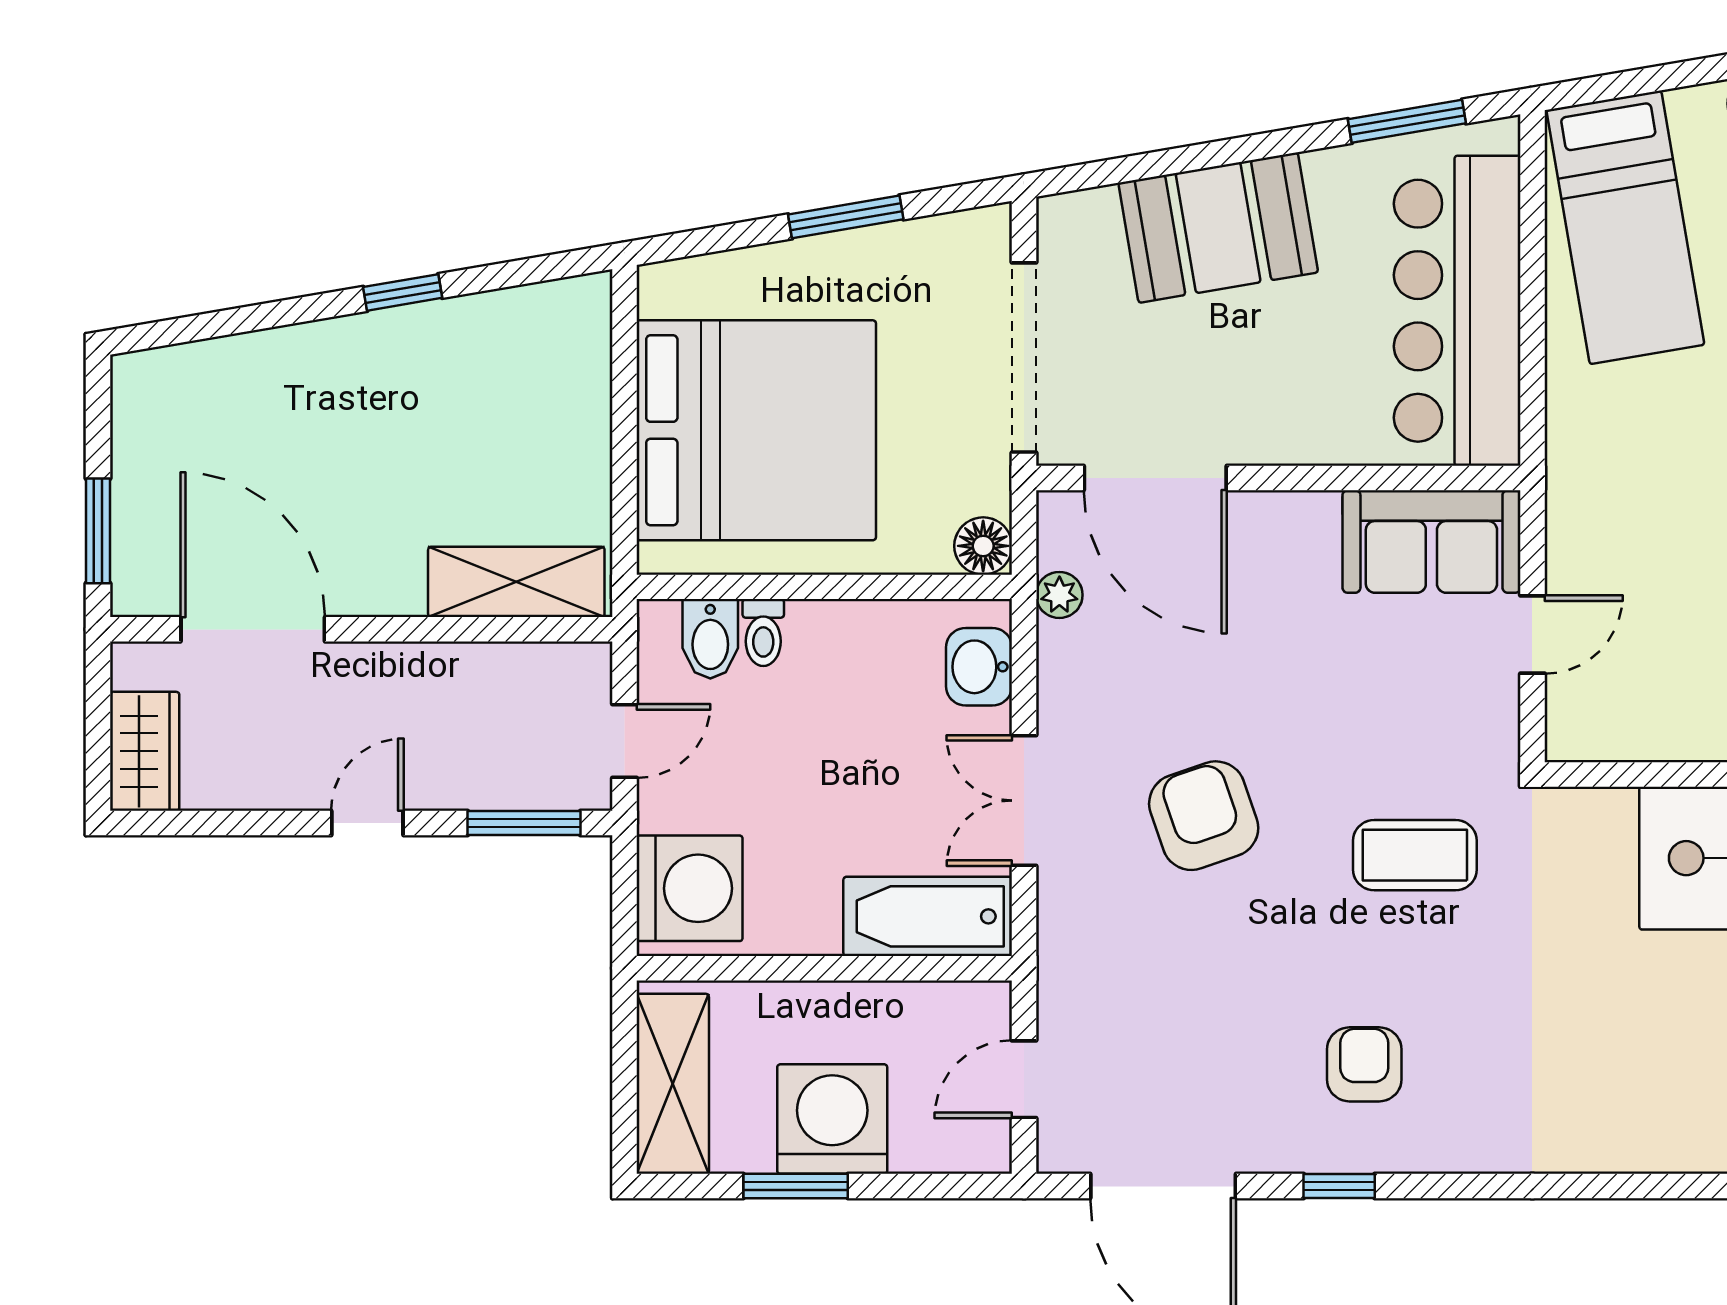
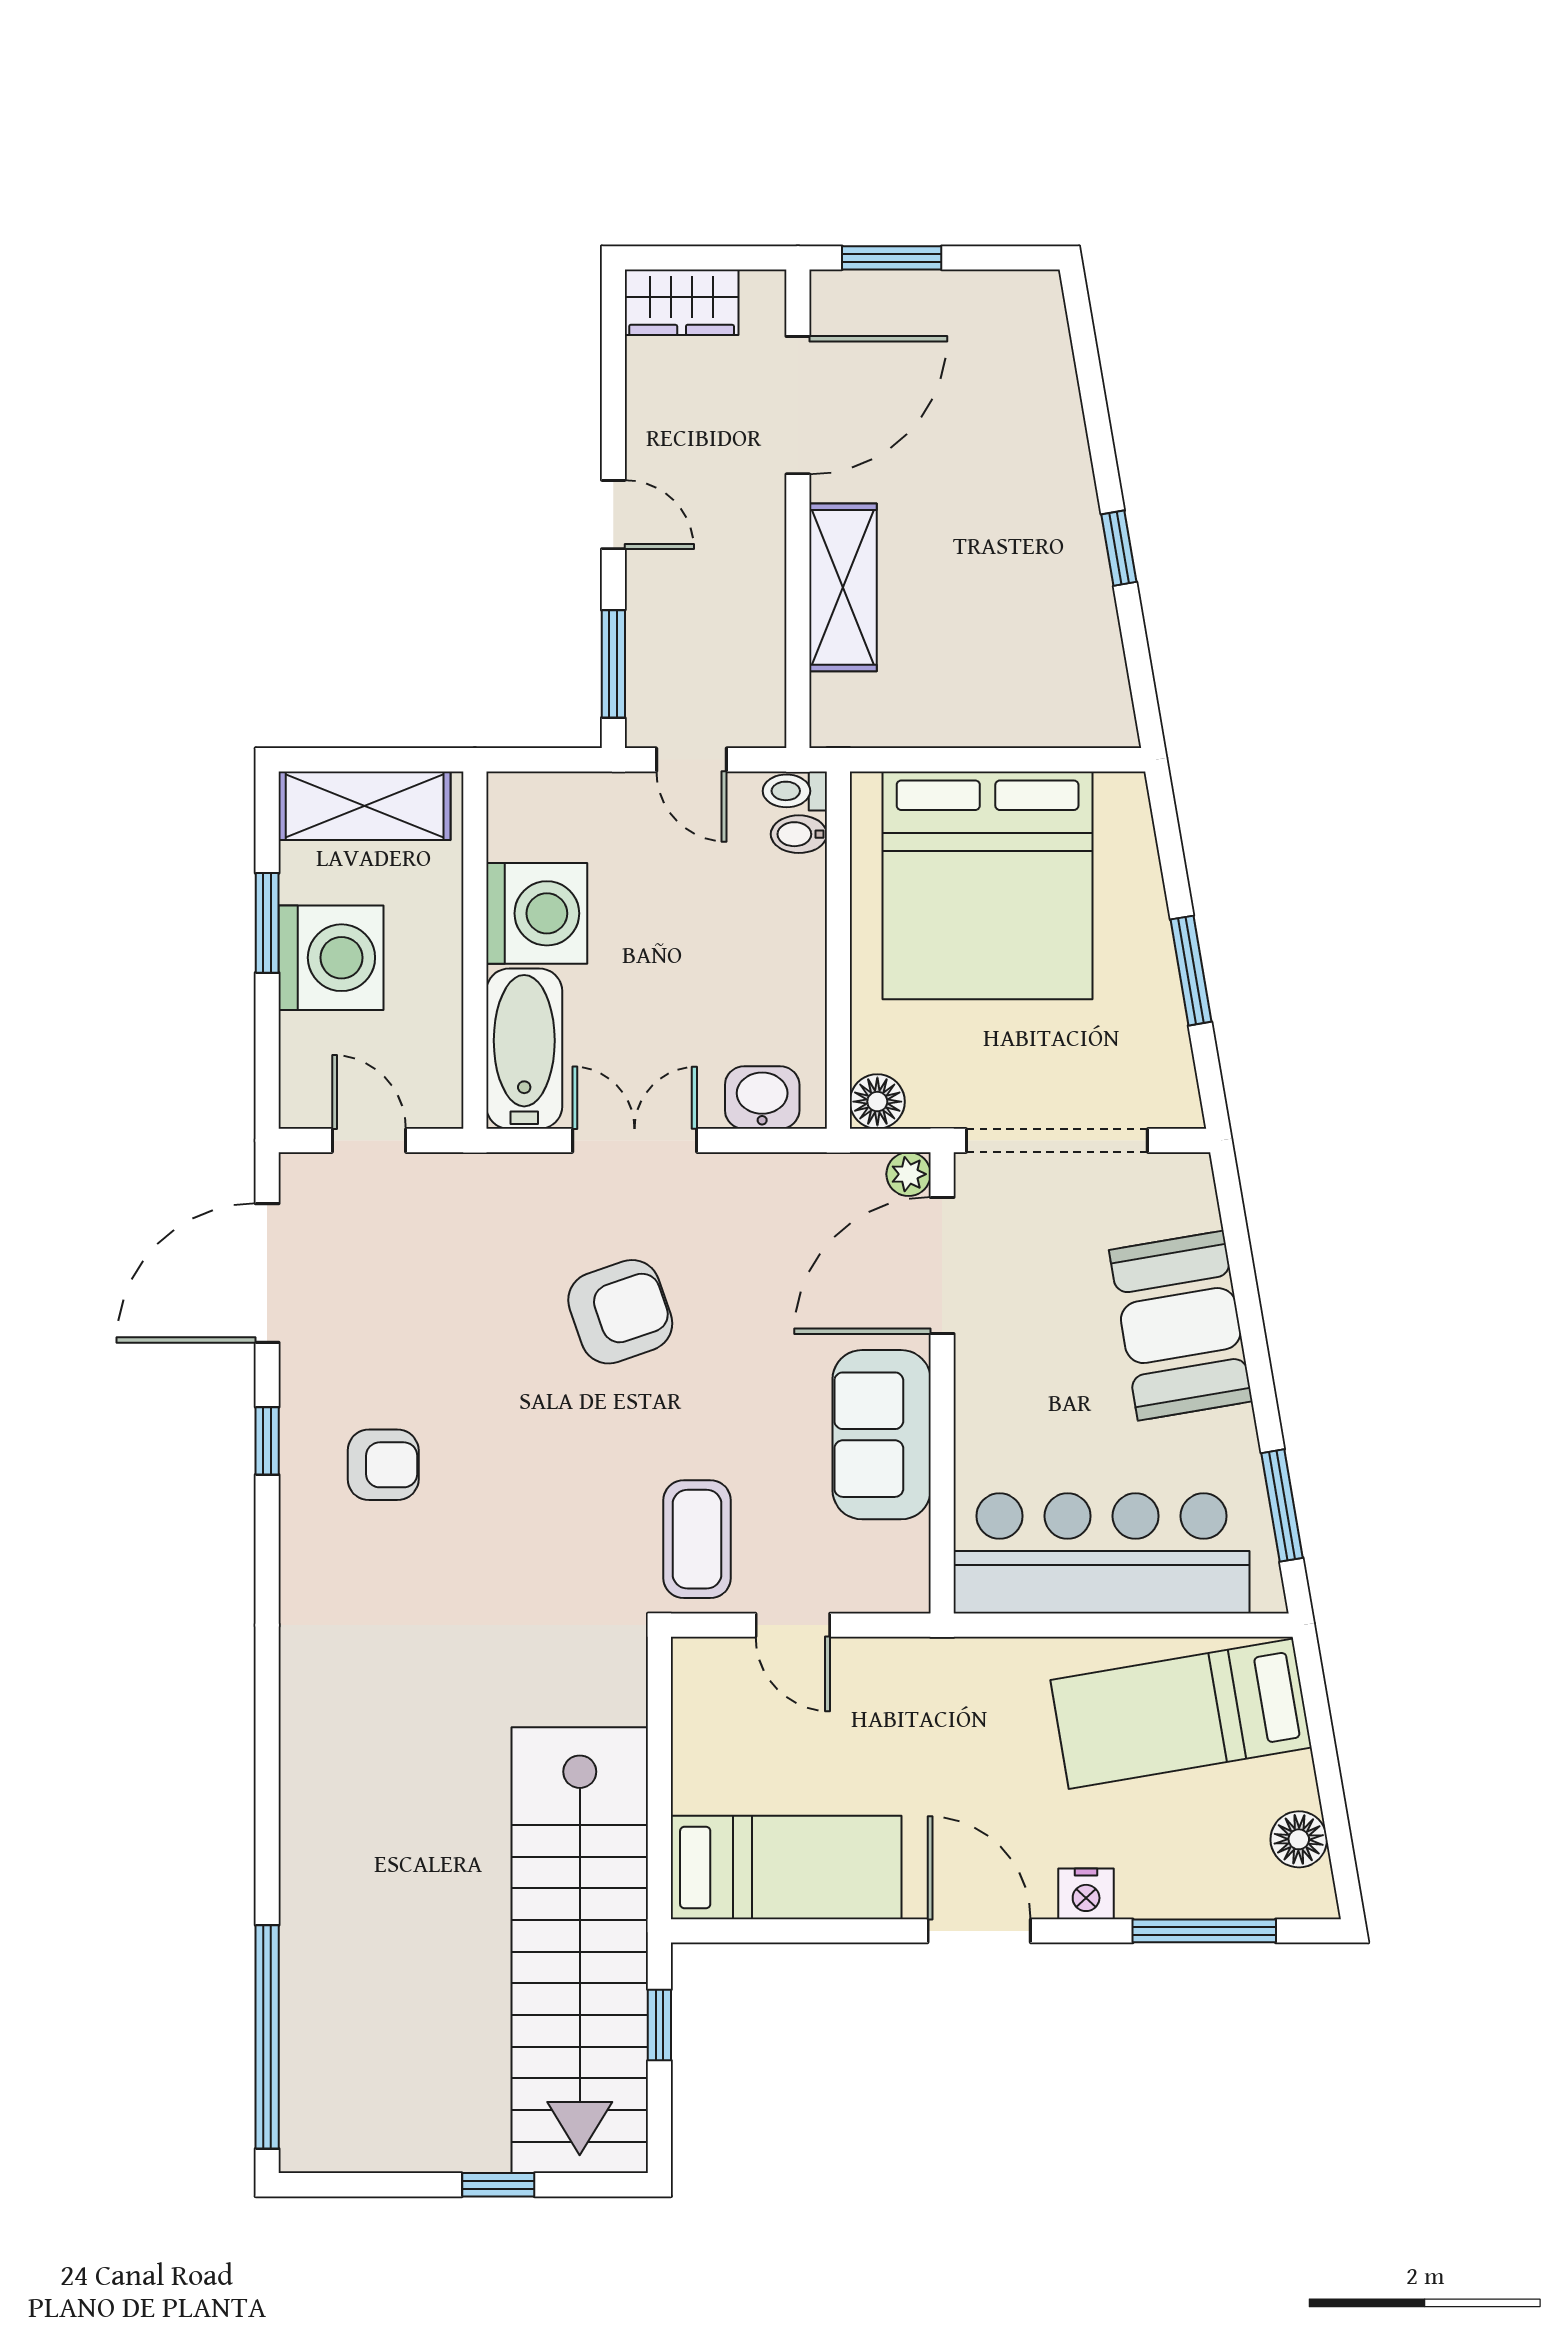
sofa: (1431, 541) -> (882, 1435), moved
shelving: (516, 582) -> (843, 587), moved
plant: (1059, 595) -> (909, 1174), moved
toilet: (763, 633) -> (795, 791), moved
bidet: (710, 639) -> (799, 834), width x0.72, depth x0.74
coffee table: (1415, 855) -> (697, 1539), moved
washing machine: (690, 888) -> (537, 913), moved, turned -90

